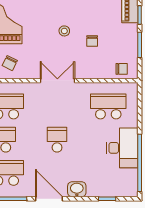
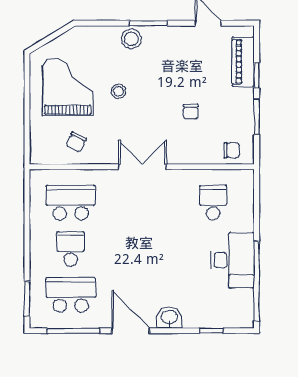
stool: (64, 31) -> (118, 91), moved
school desk: (108, 107) -> (213, 203), width x0.54
school desk: (57, 140) -> (142, 249), removed

